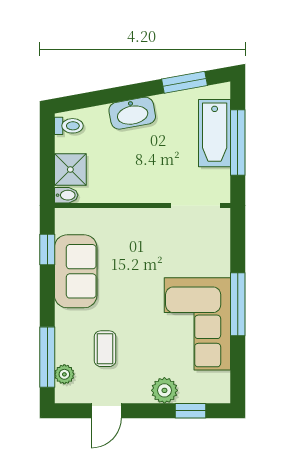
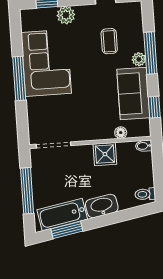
bathtub: (215, 133) -> (62, 215), moved, turned -100
shower: (70, 169) -> (105, 154), moved
floor lamp: (98, 216) -> (121, 133), added
window: (47, 357) -> (150, 53), moved
plant: (64, 374) -> (139, 59), moved

